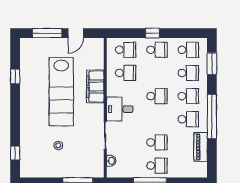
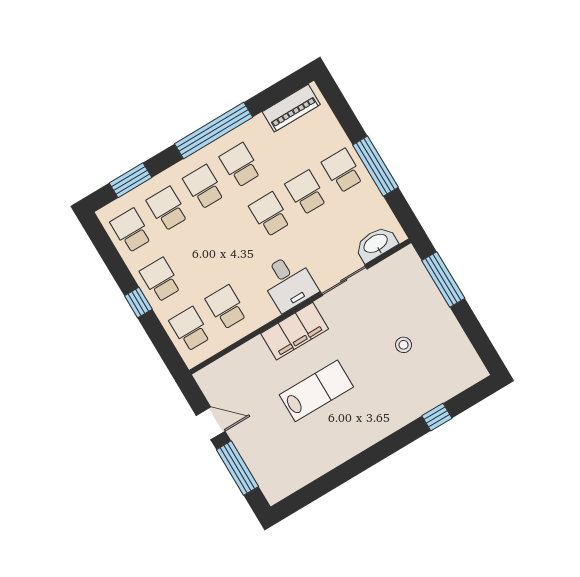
window: (15, 76) -> (336, 478), removed
filing cabinet: (95, 87) -> (295, 331), moved
lab bench: (61, 92) -> (316, 391), width x0.54, depth x0.72
school desk: (157, 96) -> (270, 214), moved
piano: (201, 147) -> (291, 108), moved
window: (15, 153) -> (437, 417), moved
washbasin: (111, 161) -> (376, 244), width x1.91, depth x1.45

